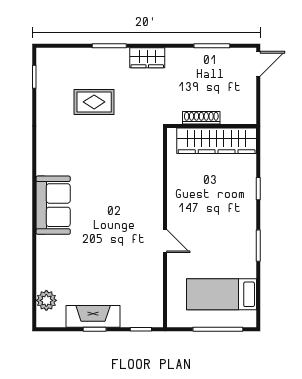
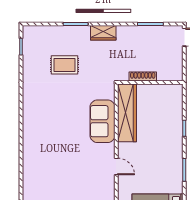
wardrobe: (217, 141) -> (127, 113), moved, turned -90
sofa: (53, 205) -> (102, 121), moved, turned 180

